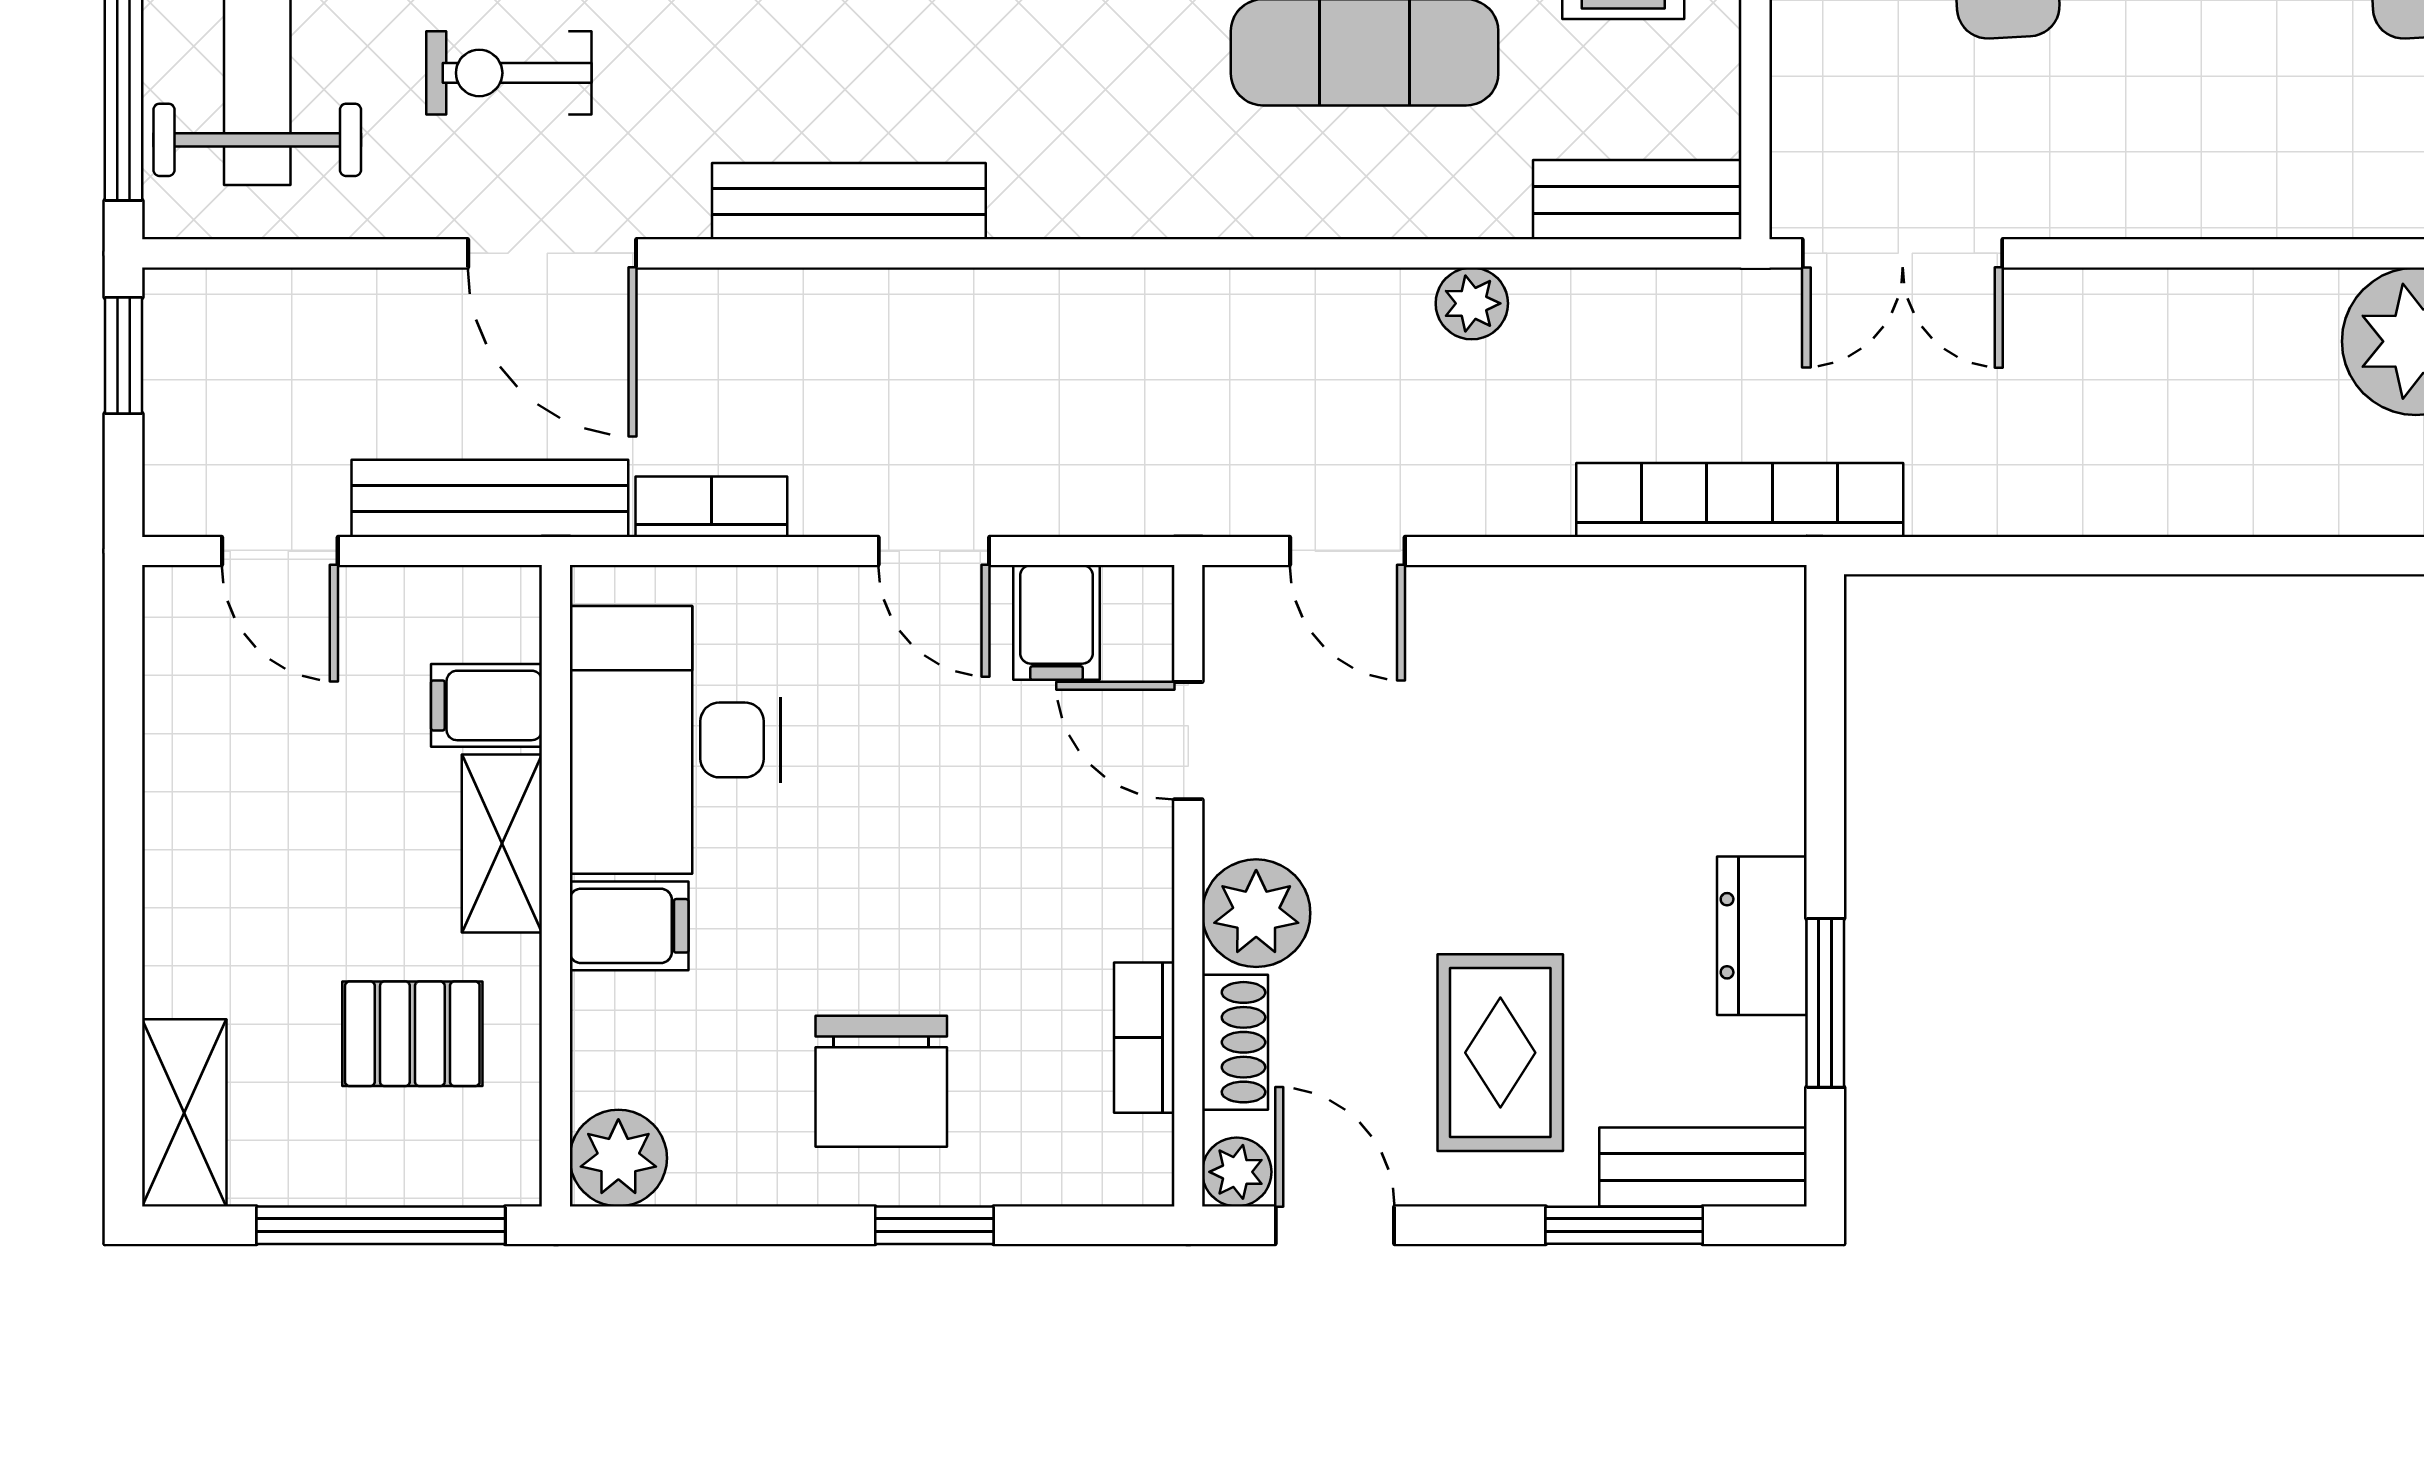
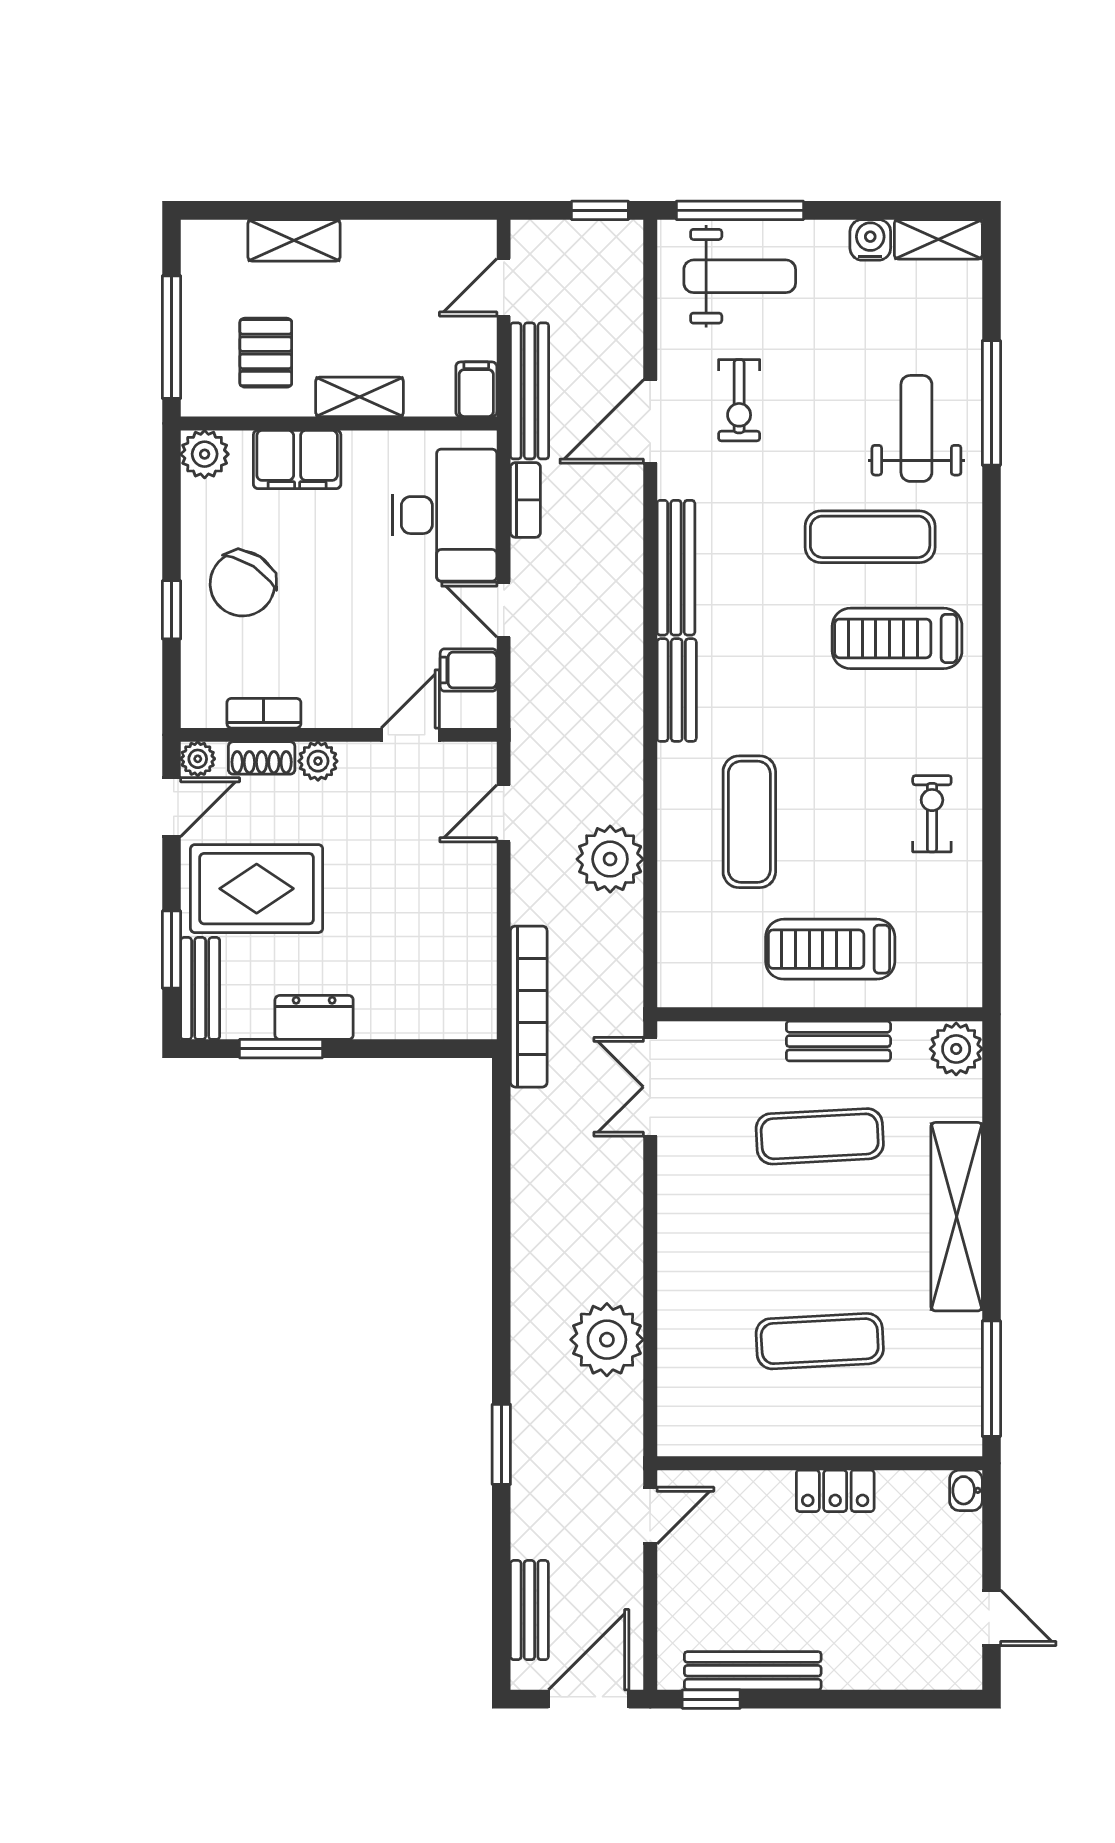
exercise bike: (509, 73) -> (739, 400), turned 180
bench: (1637, 200) -> (677, 690), moved
plant: (1472, 303) -> (610, 859), width x1.88, depth x1.88
door: (934, 551) -> (504, 610), hinge flipped
filing cabinet: (487, 705) -> (476, 389), moved
desk: (675, 740) -> (445, 515), moved, turned 90
plant: (1256, 913) -> (318, 761), width x0.73, depth x0.73
filing cabinet: (629, 926) -> (297, 459), width x2.00
rug: (1500, 1053) -> (257, 889), width x1.36, depth x1.43
chair: (881, 1081) -> (242, 584), turned -57
shelving: (184, 1113) -> (294, 240), moved

